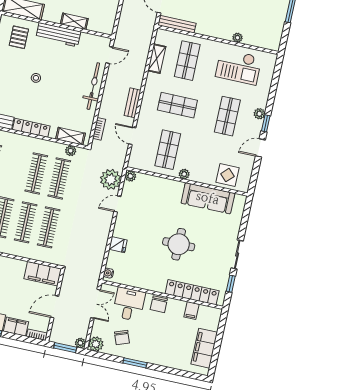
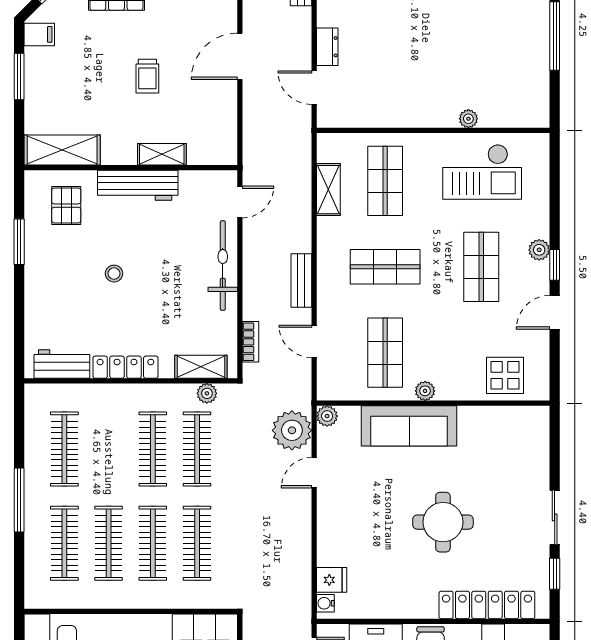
bench: (177, 24) -> (352, 118), removed
sofa: (208, 198) -> (409, 426), moved
fridge: (118, 245) -> (332, 580), moved

